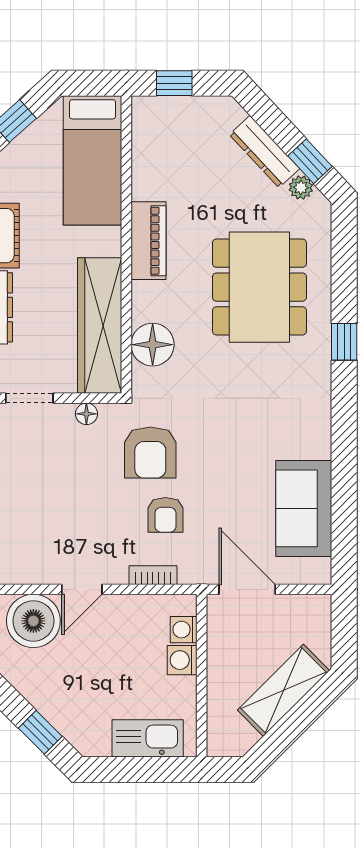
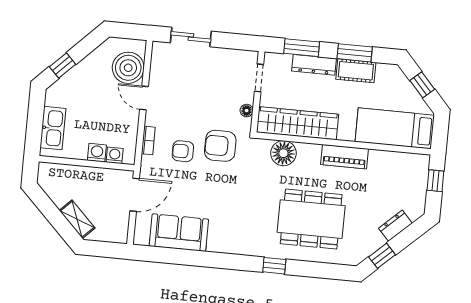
dresser: (264, 152) -> (395, 226), width x0.70
plant: (301, 188) -> (367, 249), removed
shelving: (283, 690) -> (77, 219), width x0.67, depth x0.75

